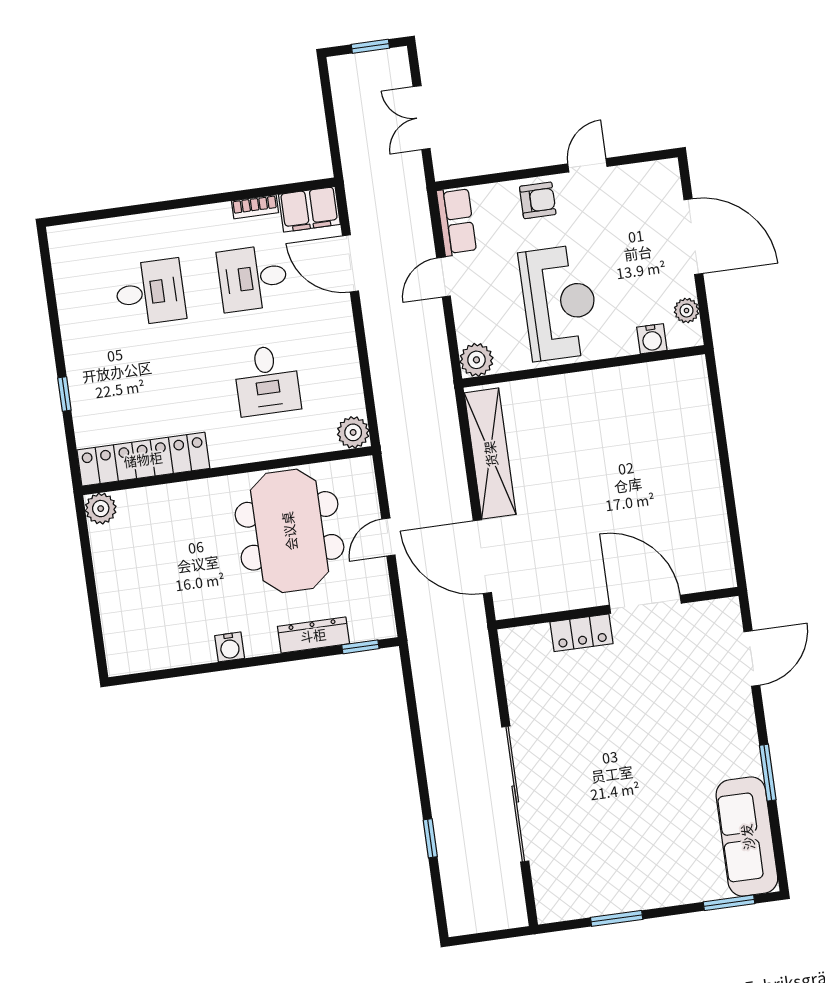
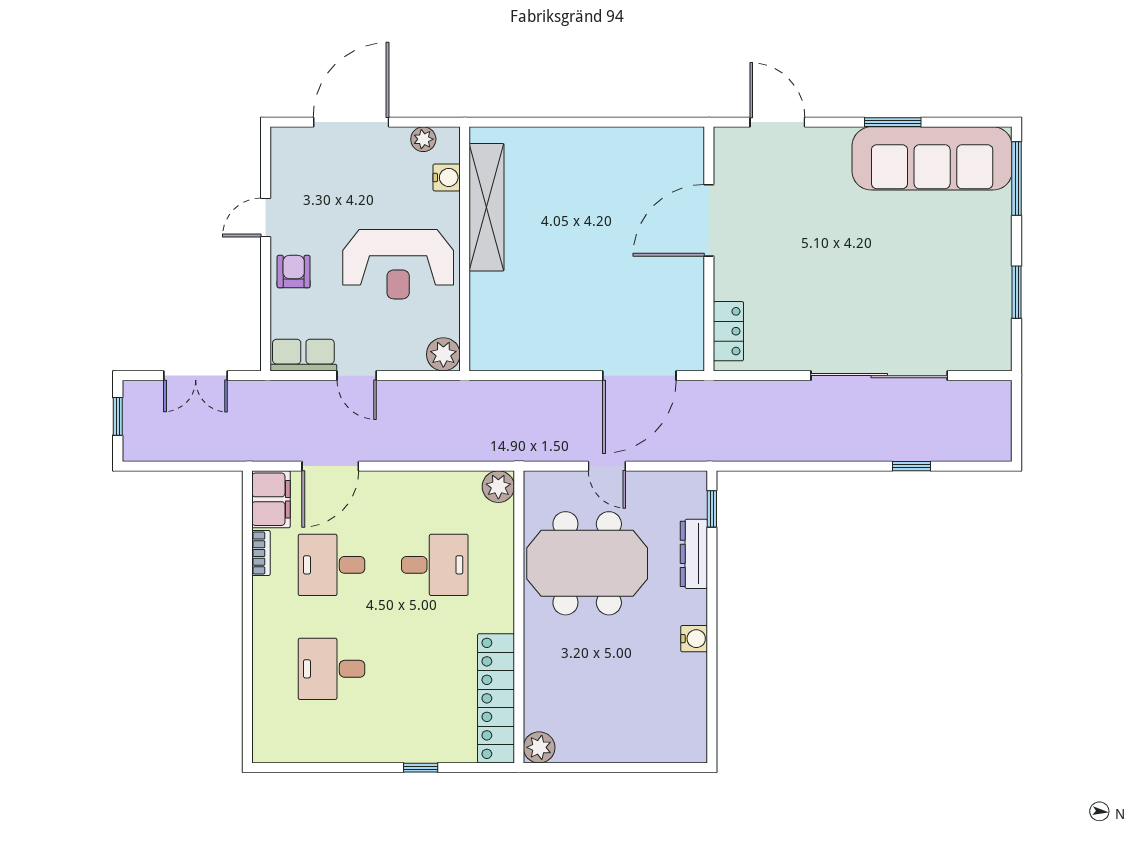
door: (587, 165) -> (266, 218), hinge flipped
desk: (253, 278) -> (332, 565), turned 90
desk: (150, 292) -> (332, 669), turned -90
reception desk: (559, 303) -> (398, 264), turned 180
shelving: (490, 454) -> (487, 207), moved, turned 90
locker: (582, 633) -> (728, 331), moved
sofa: (747, 837) -> (932, 158), width x1.36, depth x1.27
window: (729, 903) -> (1017, 179), width x1.44

